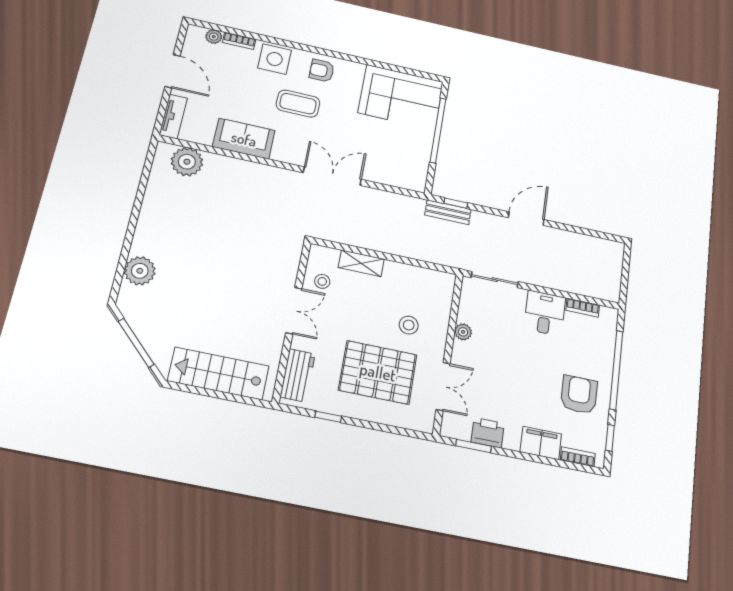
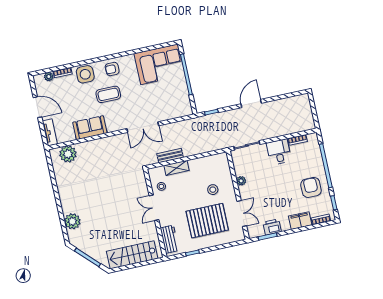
double door: (332, 176) -> (143, 127), swing flipped
bench: (448, 212) -> (170, 156), moved
double door: (294, 311) -> (154, 208), swing flipped

